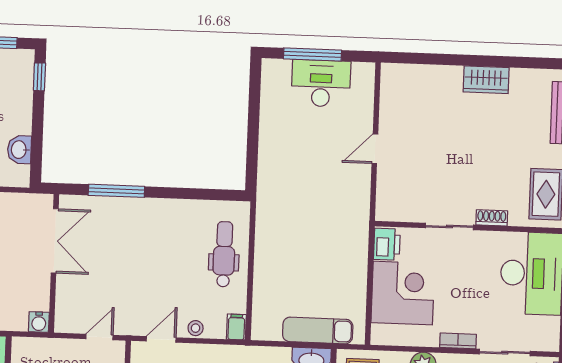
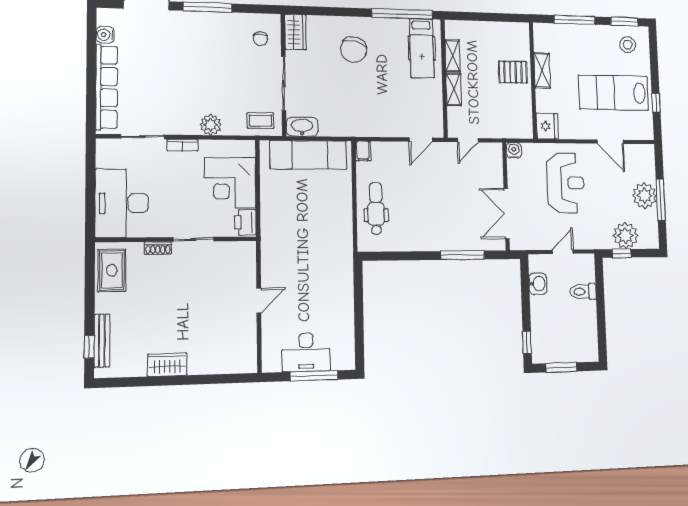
dental chair: (224, 254) -> (376, 209), turned 180
stool: (196, 328) -> (395, 149), removed
exam couch: (318, 330) -> (308, 155), width x1.36, depth x1.45

